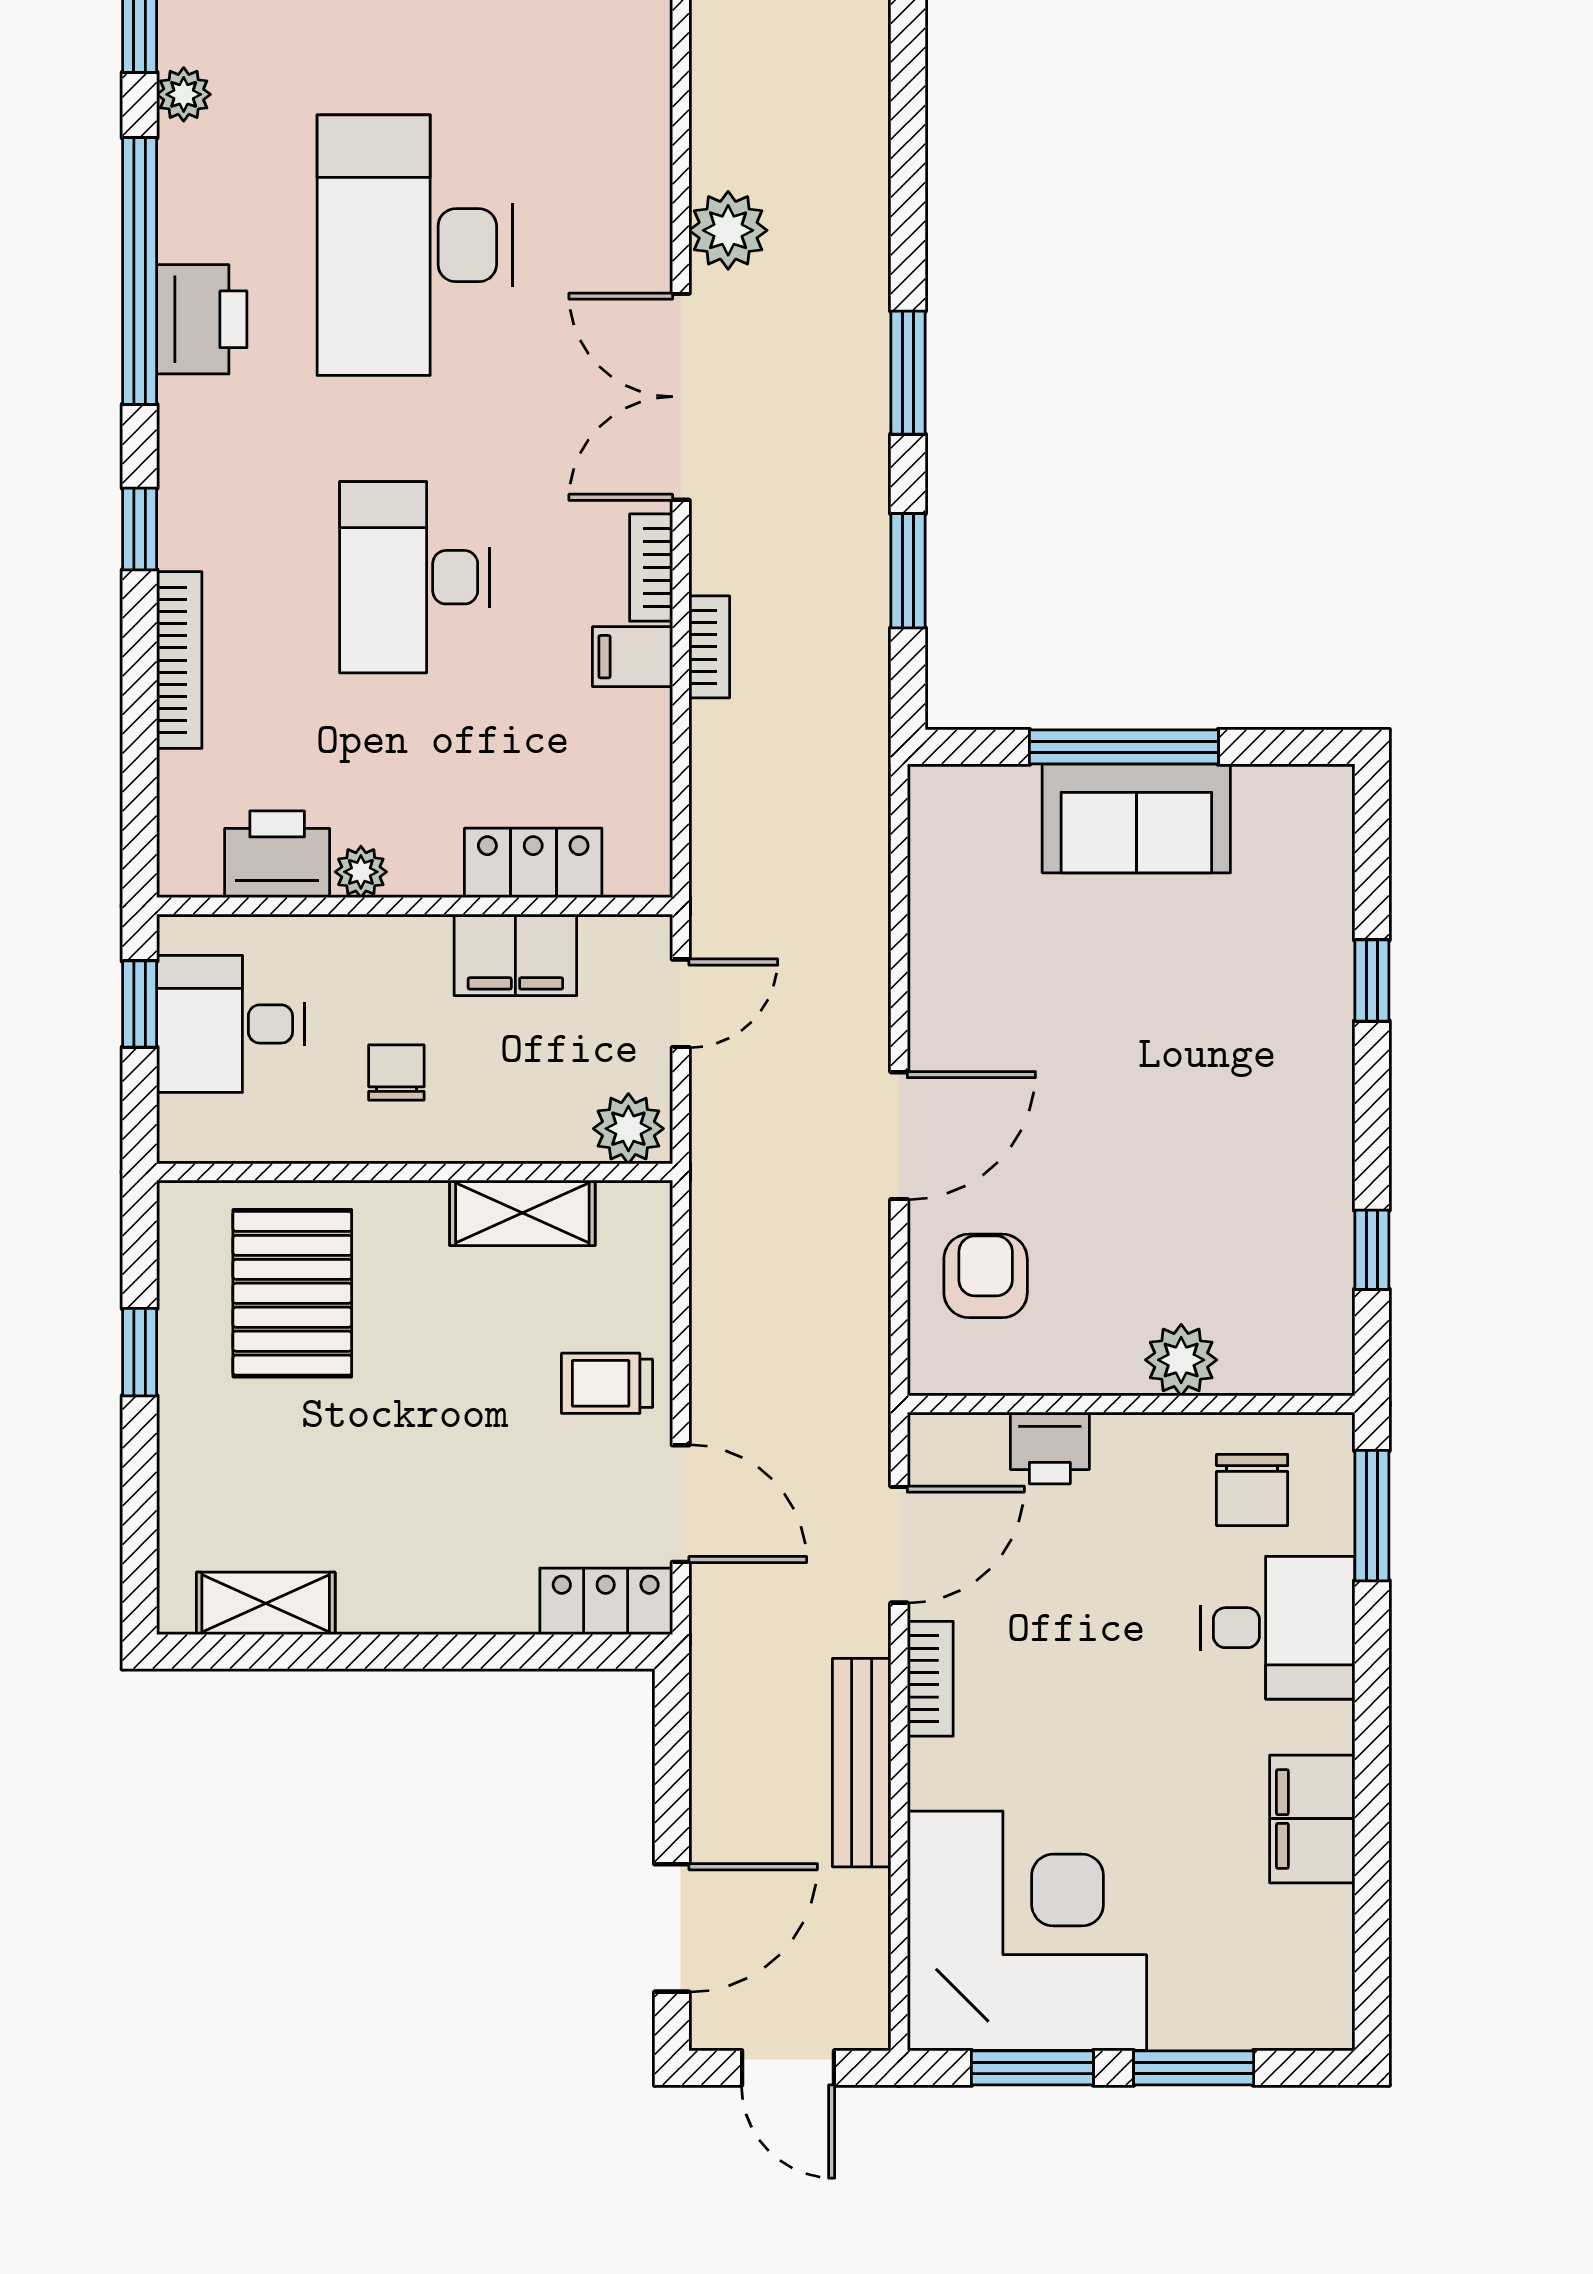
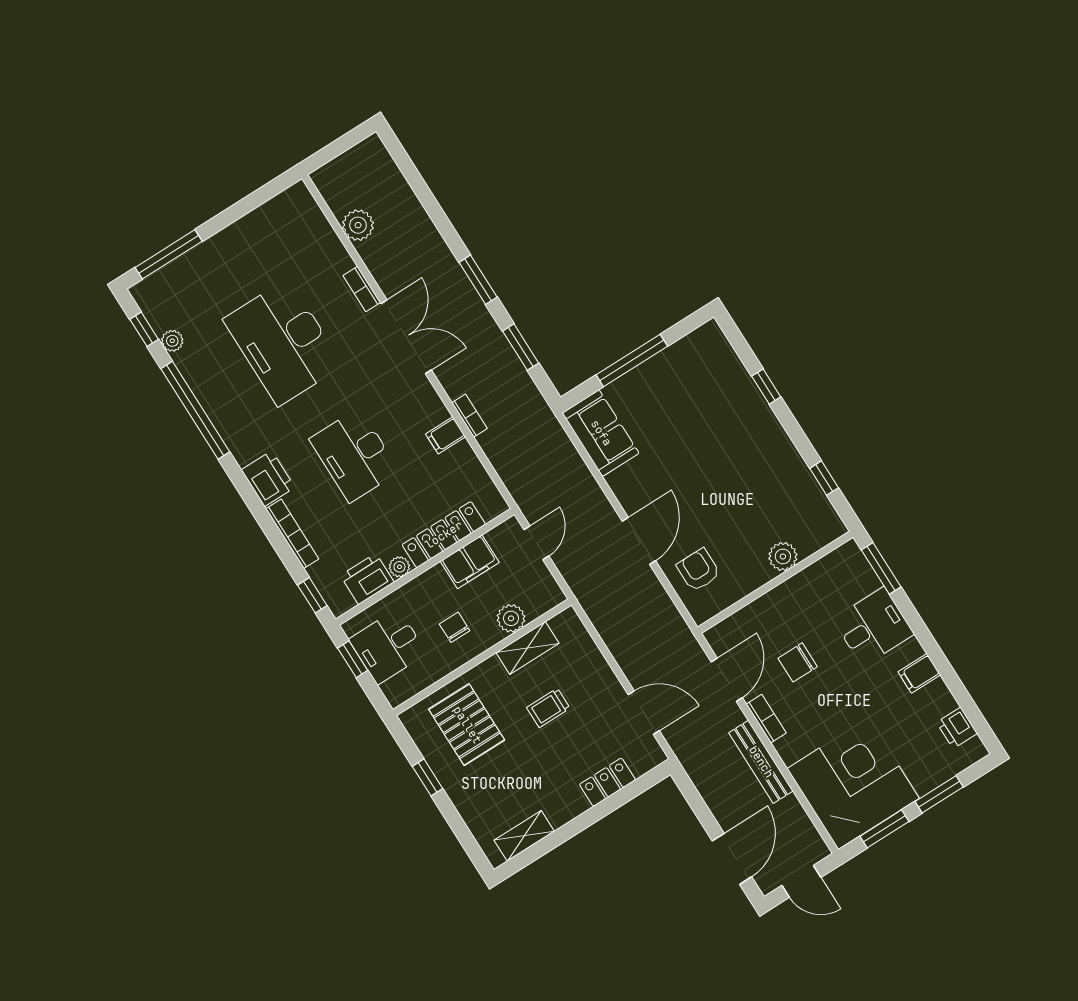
plant: (728, 230) -> (358, 225), moved
printer: (202, 319) -> (268, 479), moved
double door: (681, 397) -> (406, 337), swing flipped
window: (140, 529) -> (312, 595), moved
bookcase: (651, 568) -> (362, 289), moved
sofa: (1136, 818) -> (601, 433), moved, turned -90
locker: (533, 863) -> (444, 535), width x1.53
plant: (628, 1129) -> (511, 618), moved
trolley: (607, 1383) -> (548, 708), moved
printer: (1050, 1448) -> (957, 728), moved, turned 90
chair: (1252, 1490) -> (798, 662), moved, turned 90
locker: (606, 1601) -> (607, 782), moved
filing cabinet: (1312, 1819) -> (919, 673), width x0.50

